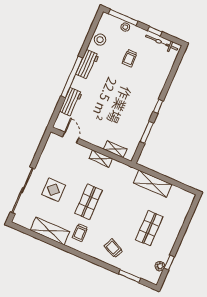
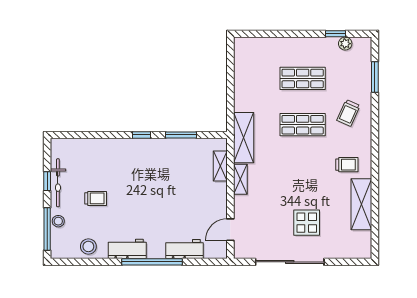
bicycle: (162, 43) -> (58, 183), moved
shelving: (153, 184) -> (244, 138), moved
sliding door: (22, 190) -> (290, 262), moved
shop shelf: (88, 202) -> (303, 125), moved

